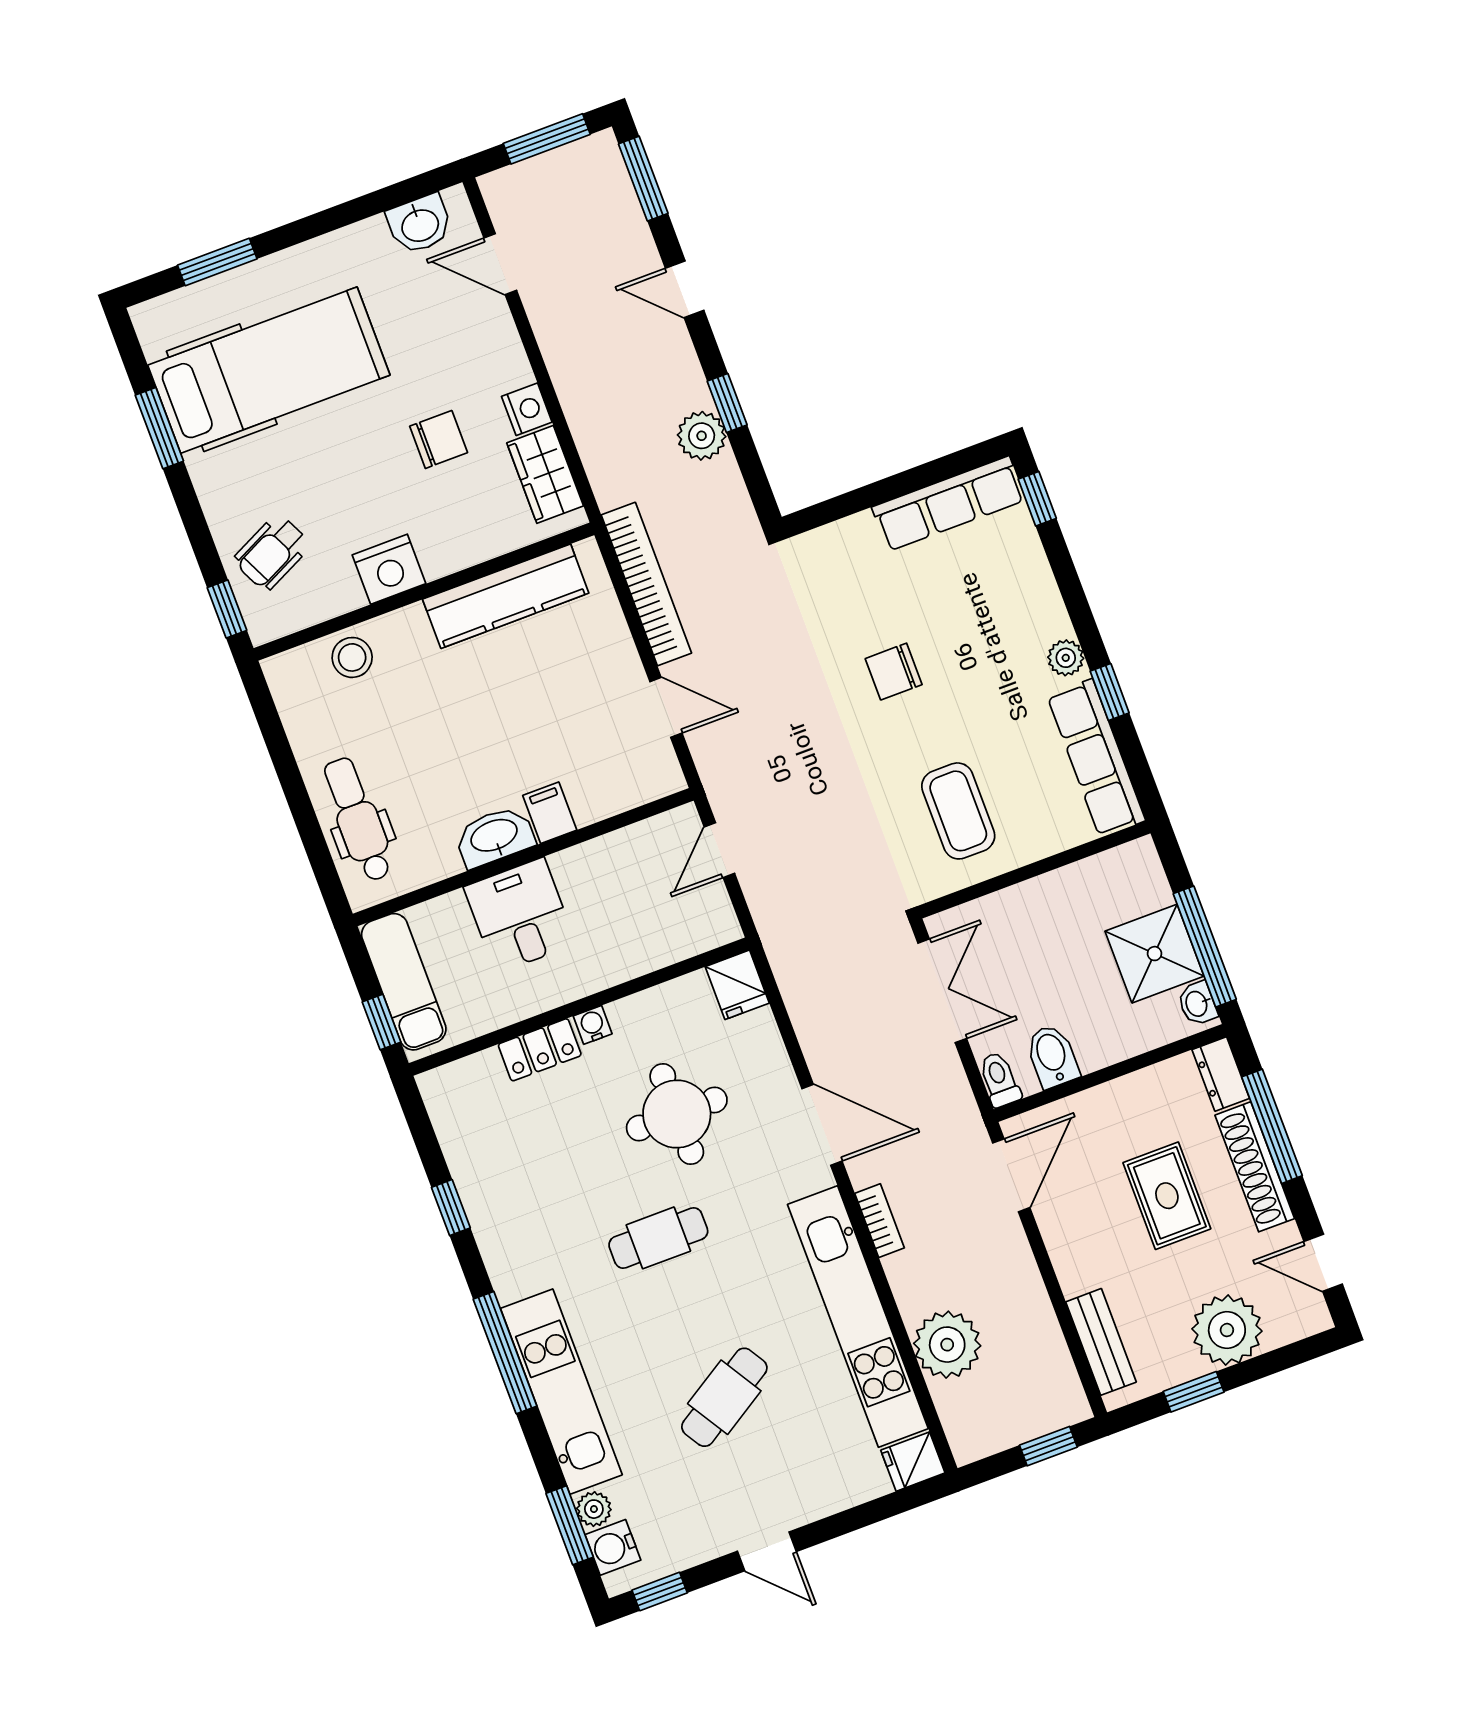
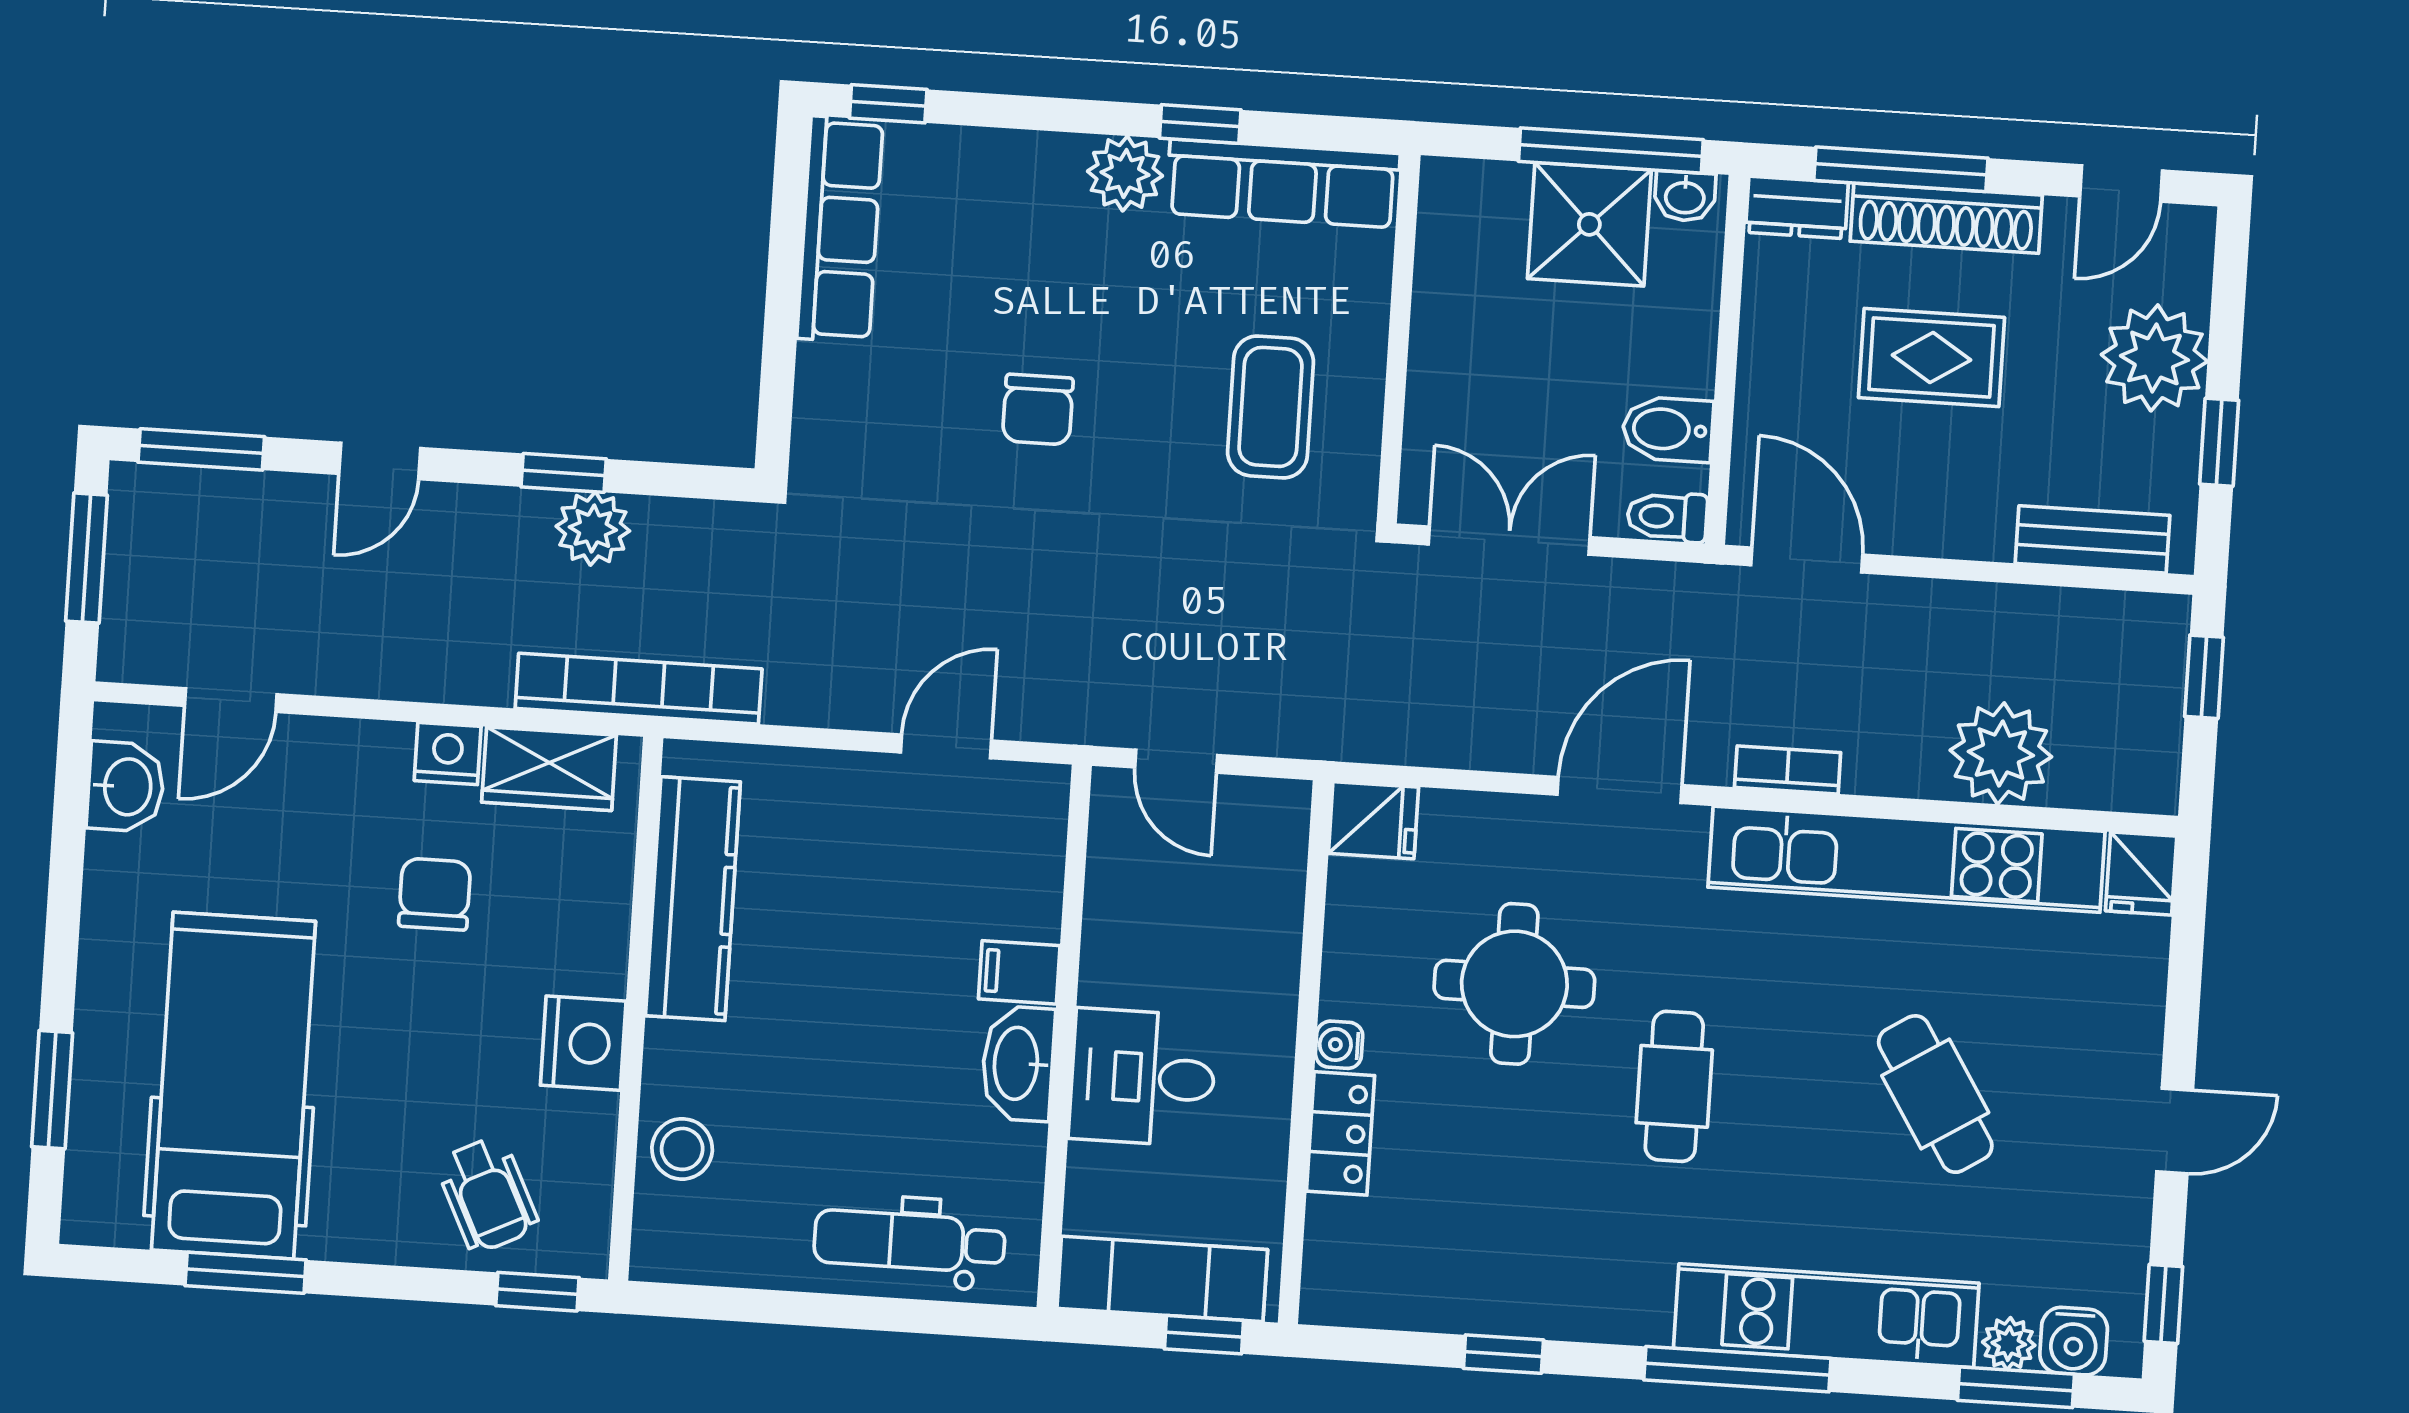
bookcase: (646, 584) -> (639, 689), moved
plant: (1066, 658) -> (1125, 174), width x1.38, depth x1.38
coffee table: (958, 811) -> (1271, 407), turned 90

